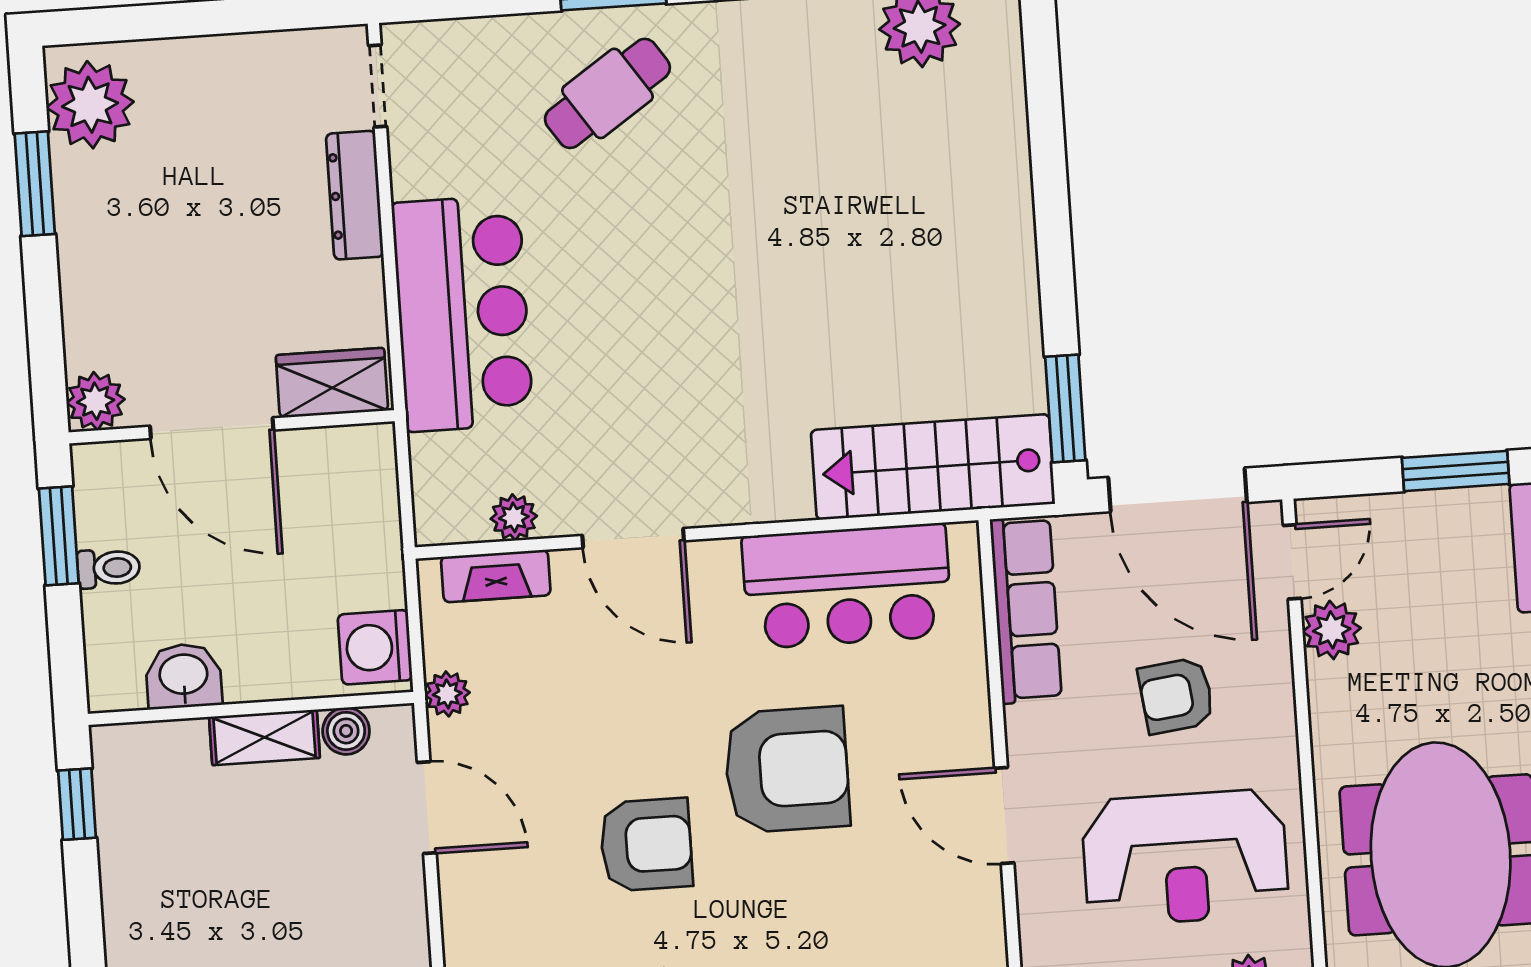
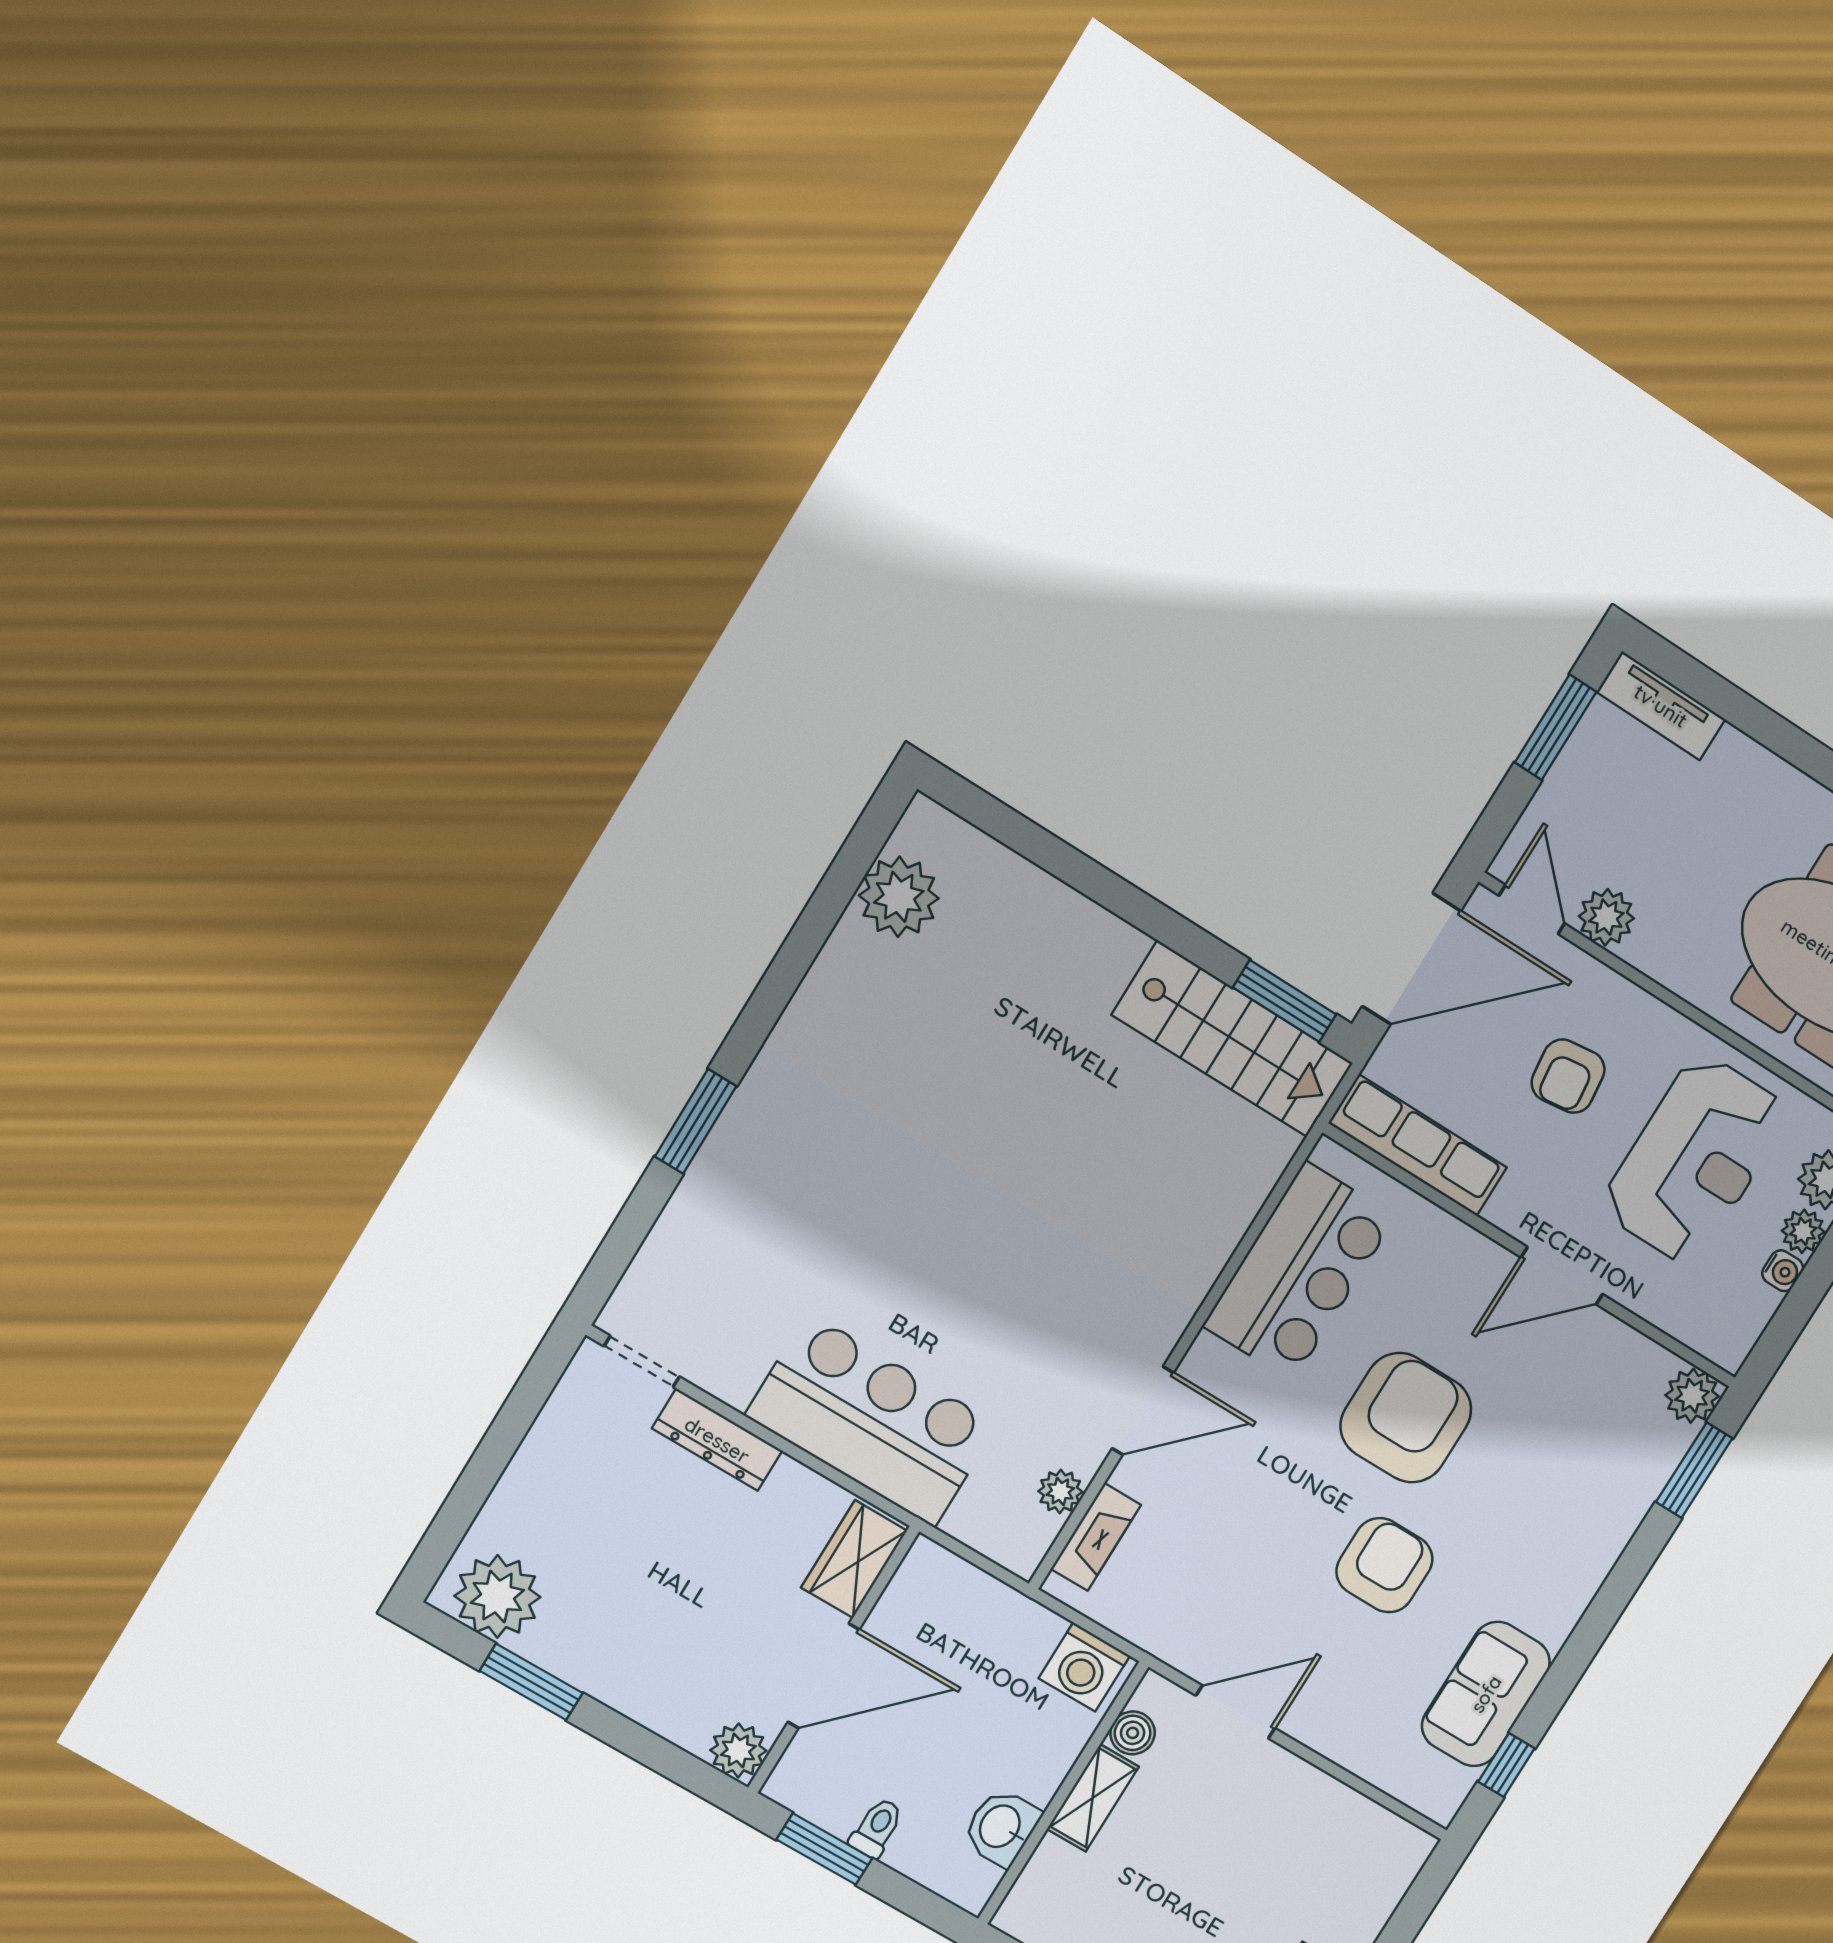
cafe table: (607, 93) -> (776, 1184), removed
stairs: (933, 467) -> (1233, 1039), moved, turned -90
plant: (447, 694) -> (1160, 1637), removed

